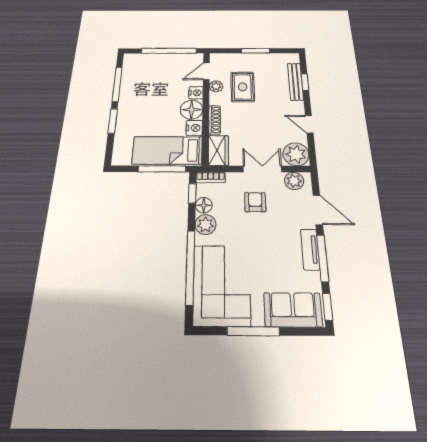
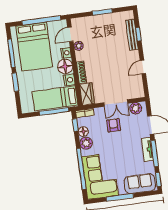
bed: (152, 80) -> (34, 47), added
rug: (243, 87) -> (97, 44), removed
door: (309, 124) -> (143, 67), hinge flipped
plant: (296, 154) -> (136, 90), removed
double door: (262, 169) -> (116, 103), swing flipped

